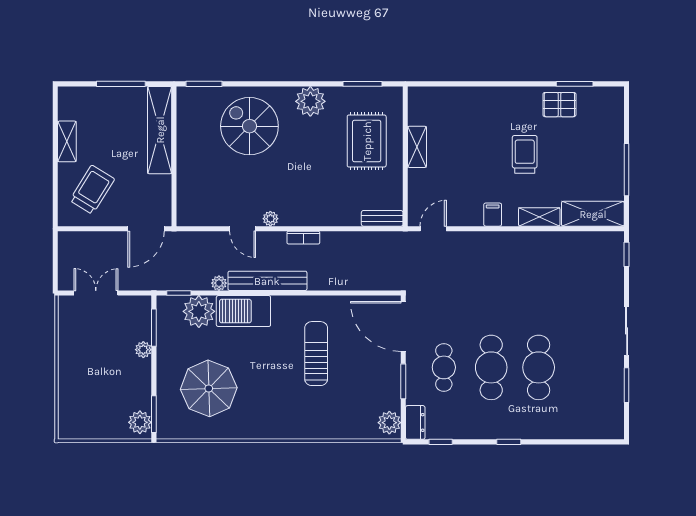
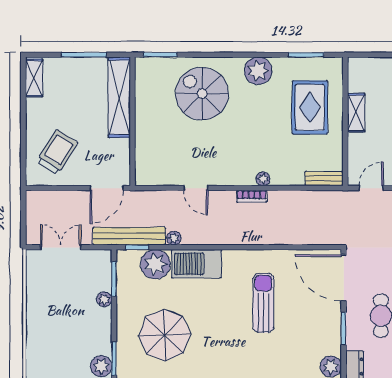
shelving: (67, 141) -> (34, 78), moved
plant: (270, 219) -> (263, 179), moved
bench: (267, 281) -> (129, 236), moved

